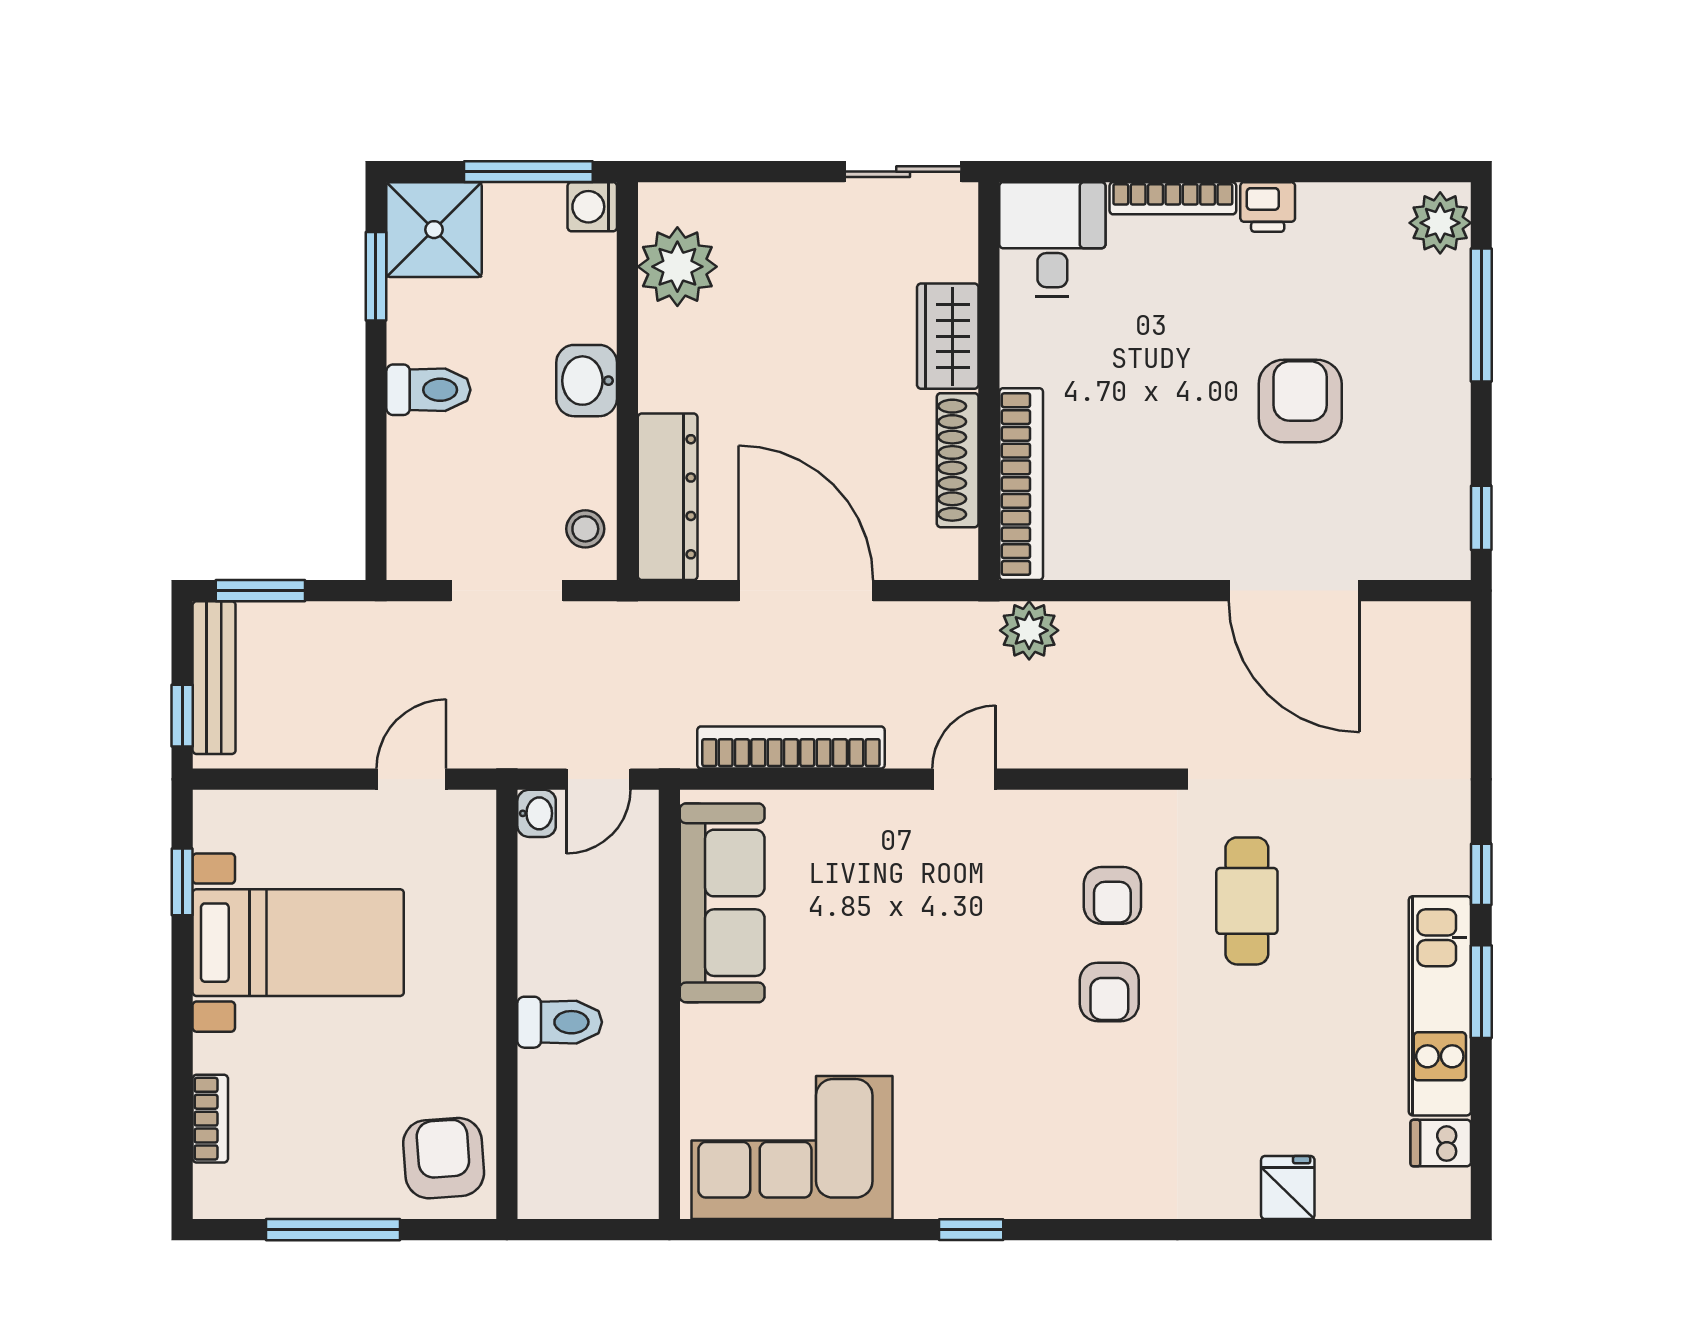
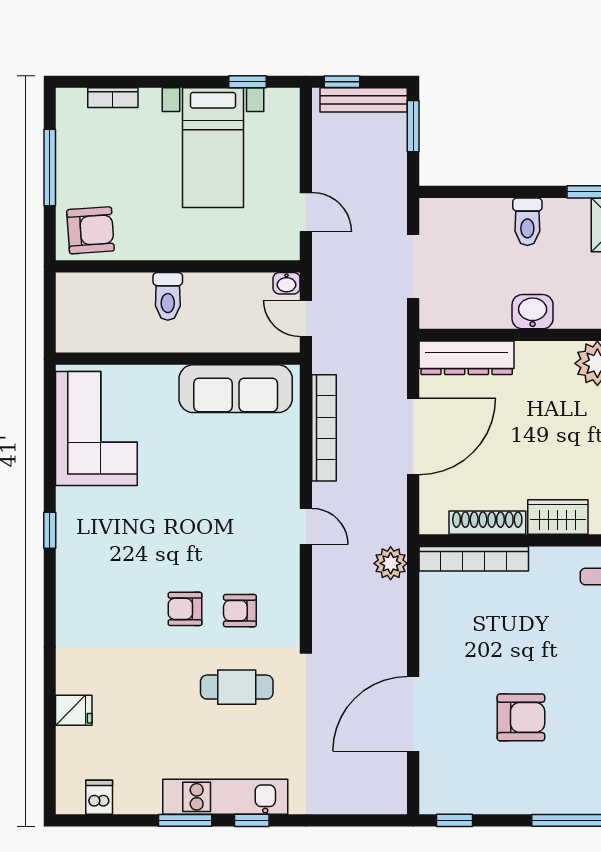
stool: (585, 529) -> (448, 311), removed
kitchen unit: (1440, 1006) -> (225, 797), moved

